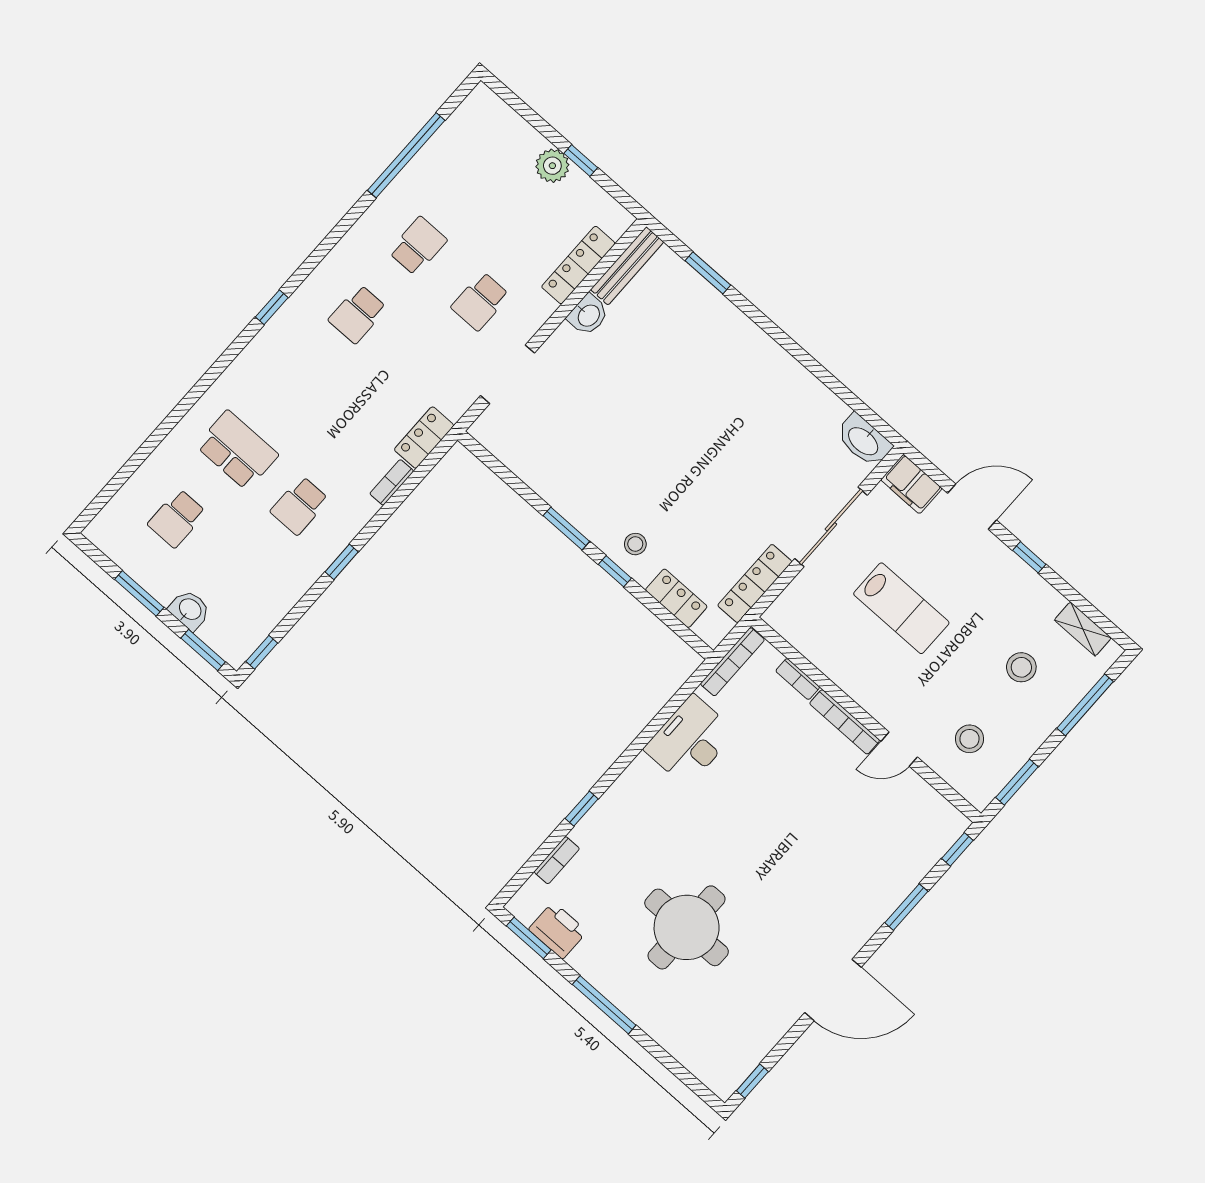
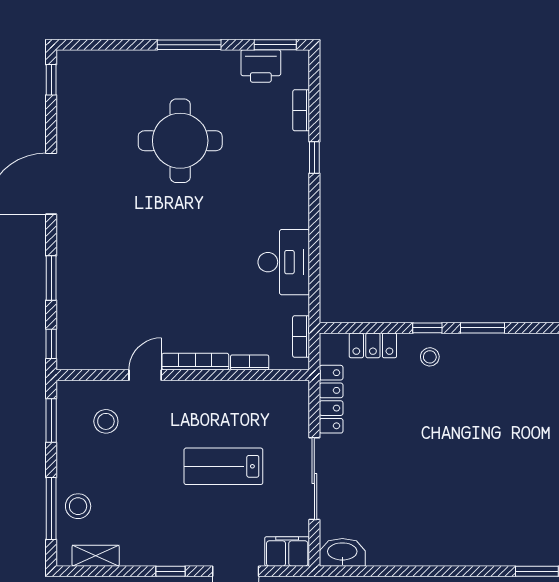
bookcase: (732, 662) -> (301, 337), width x0.64
stool: (1021, 667) -> (78, 506), moved

